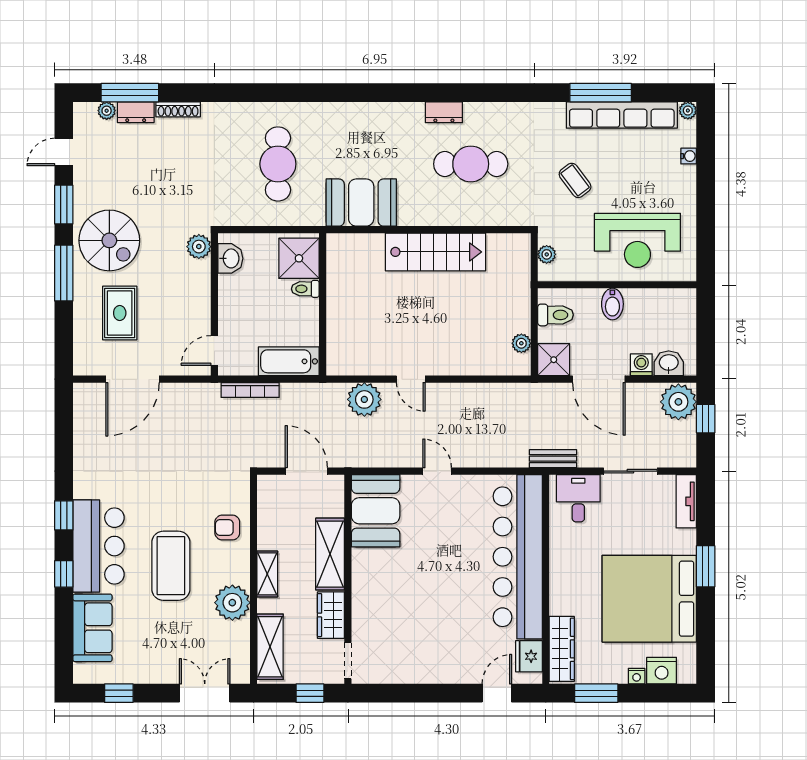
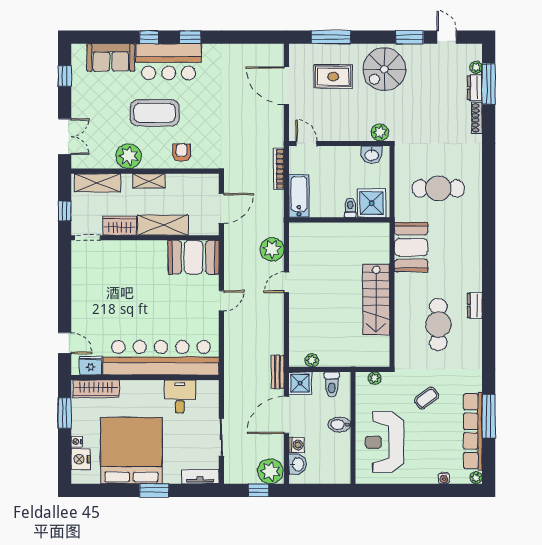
window: (64, 273) -> (331, 37), moved
bench: (553, 459) -> (278, 372), moved
desk: (578, 498) -> (180, 397), moved, turned -90

